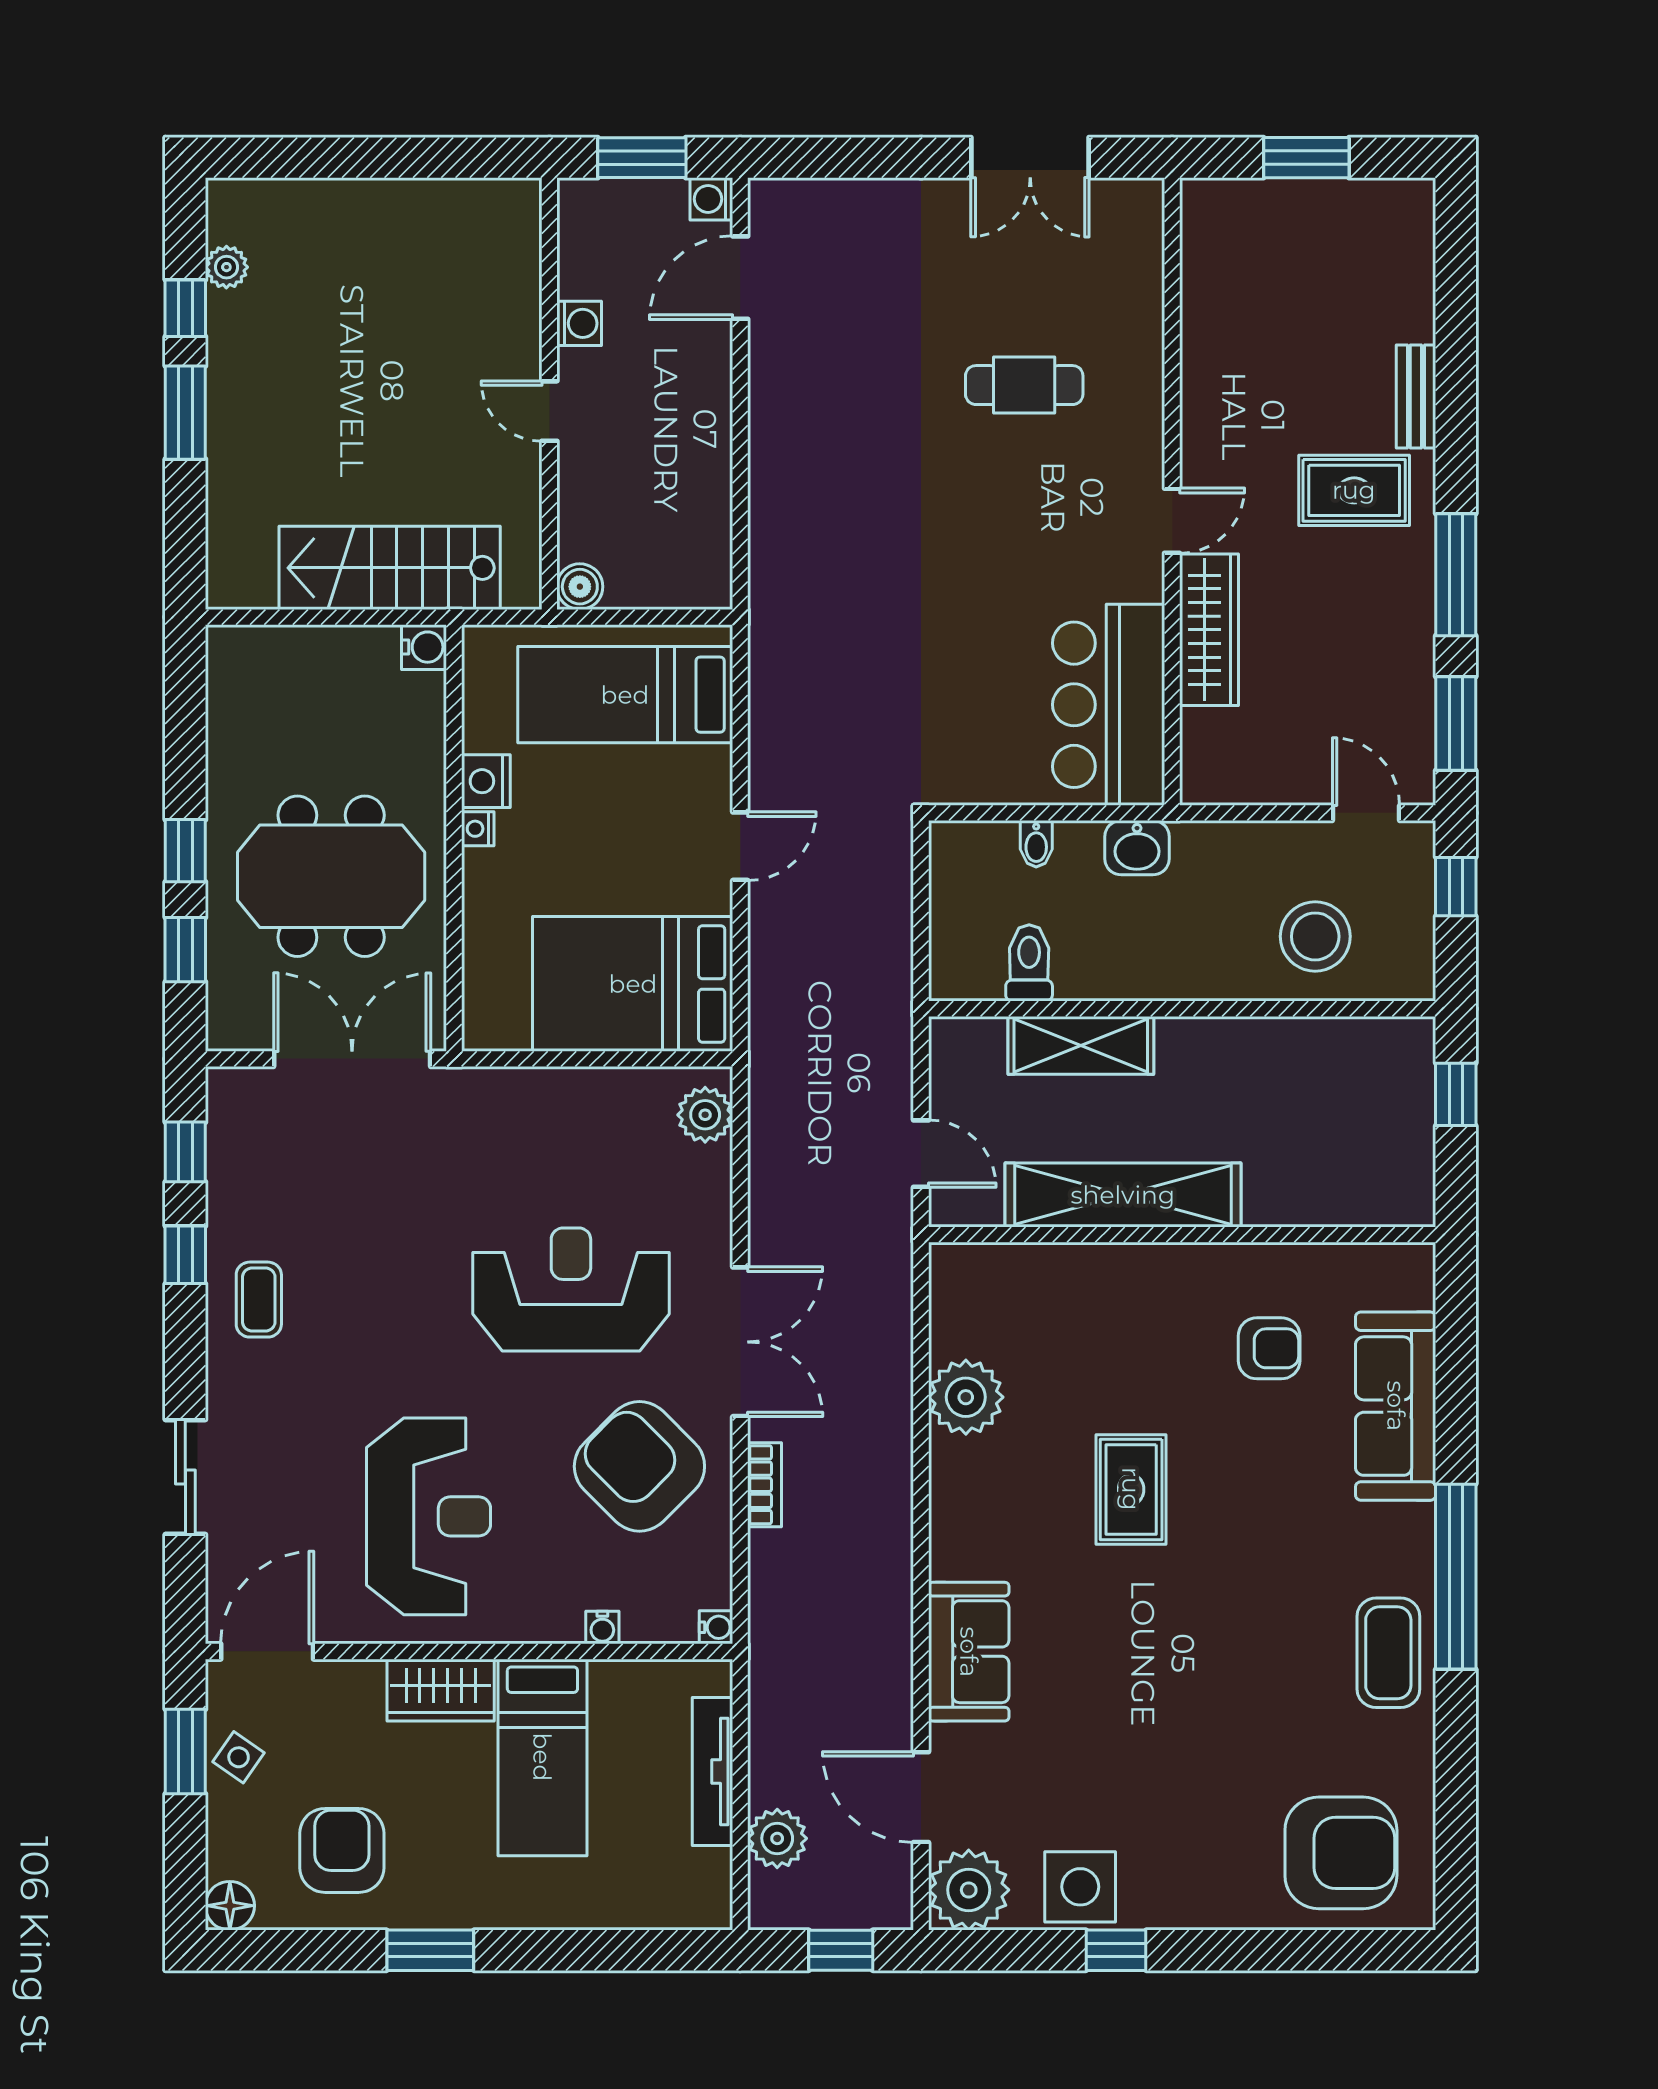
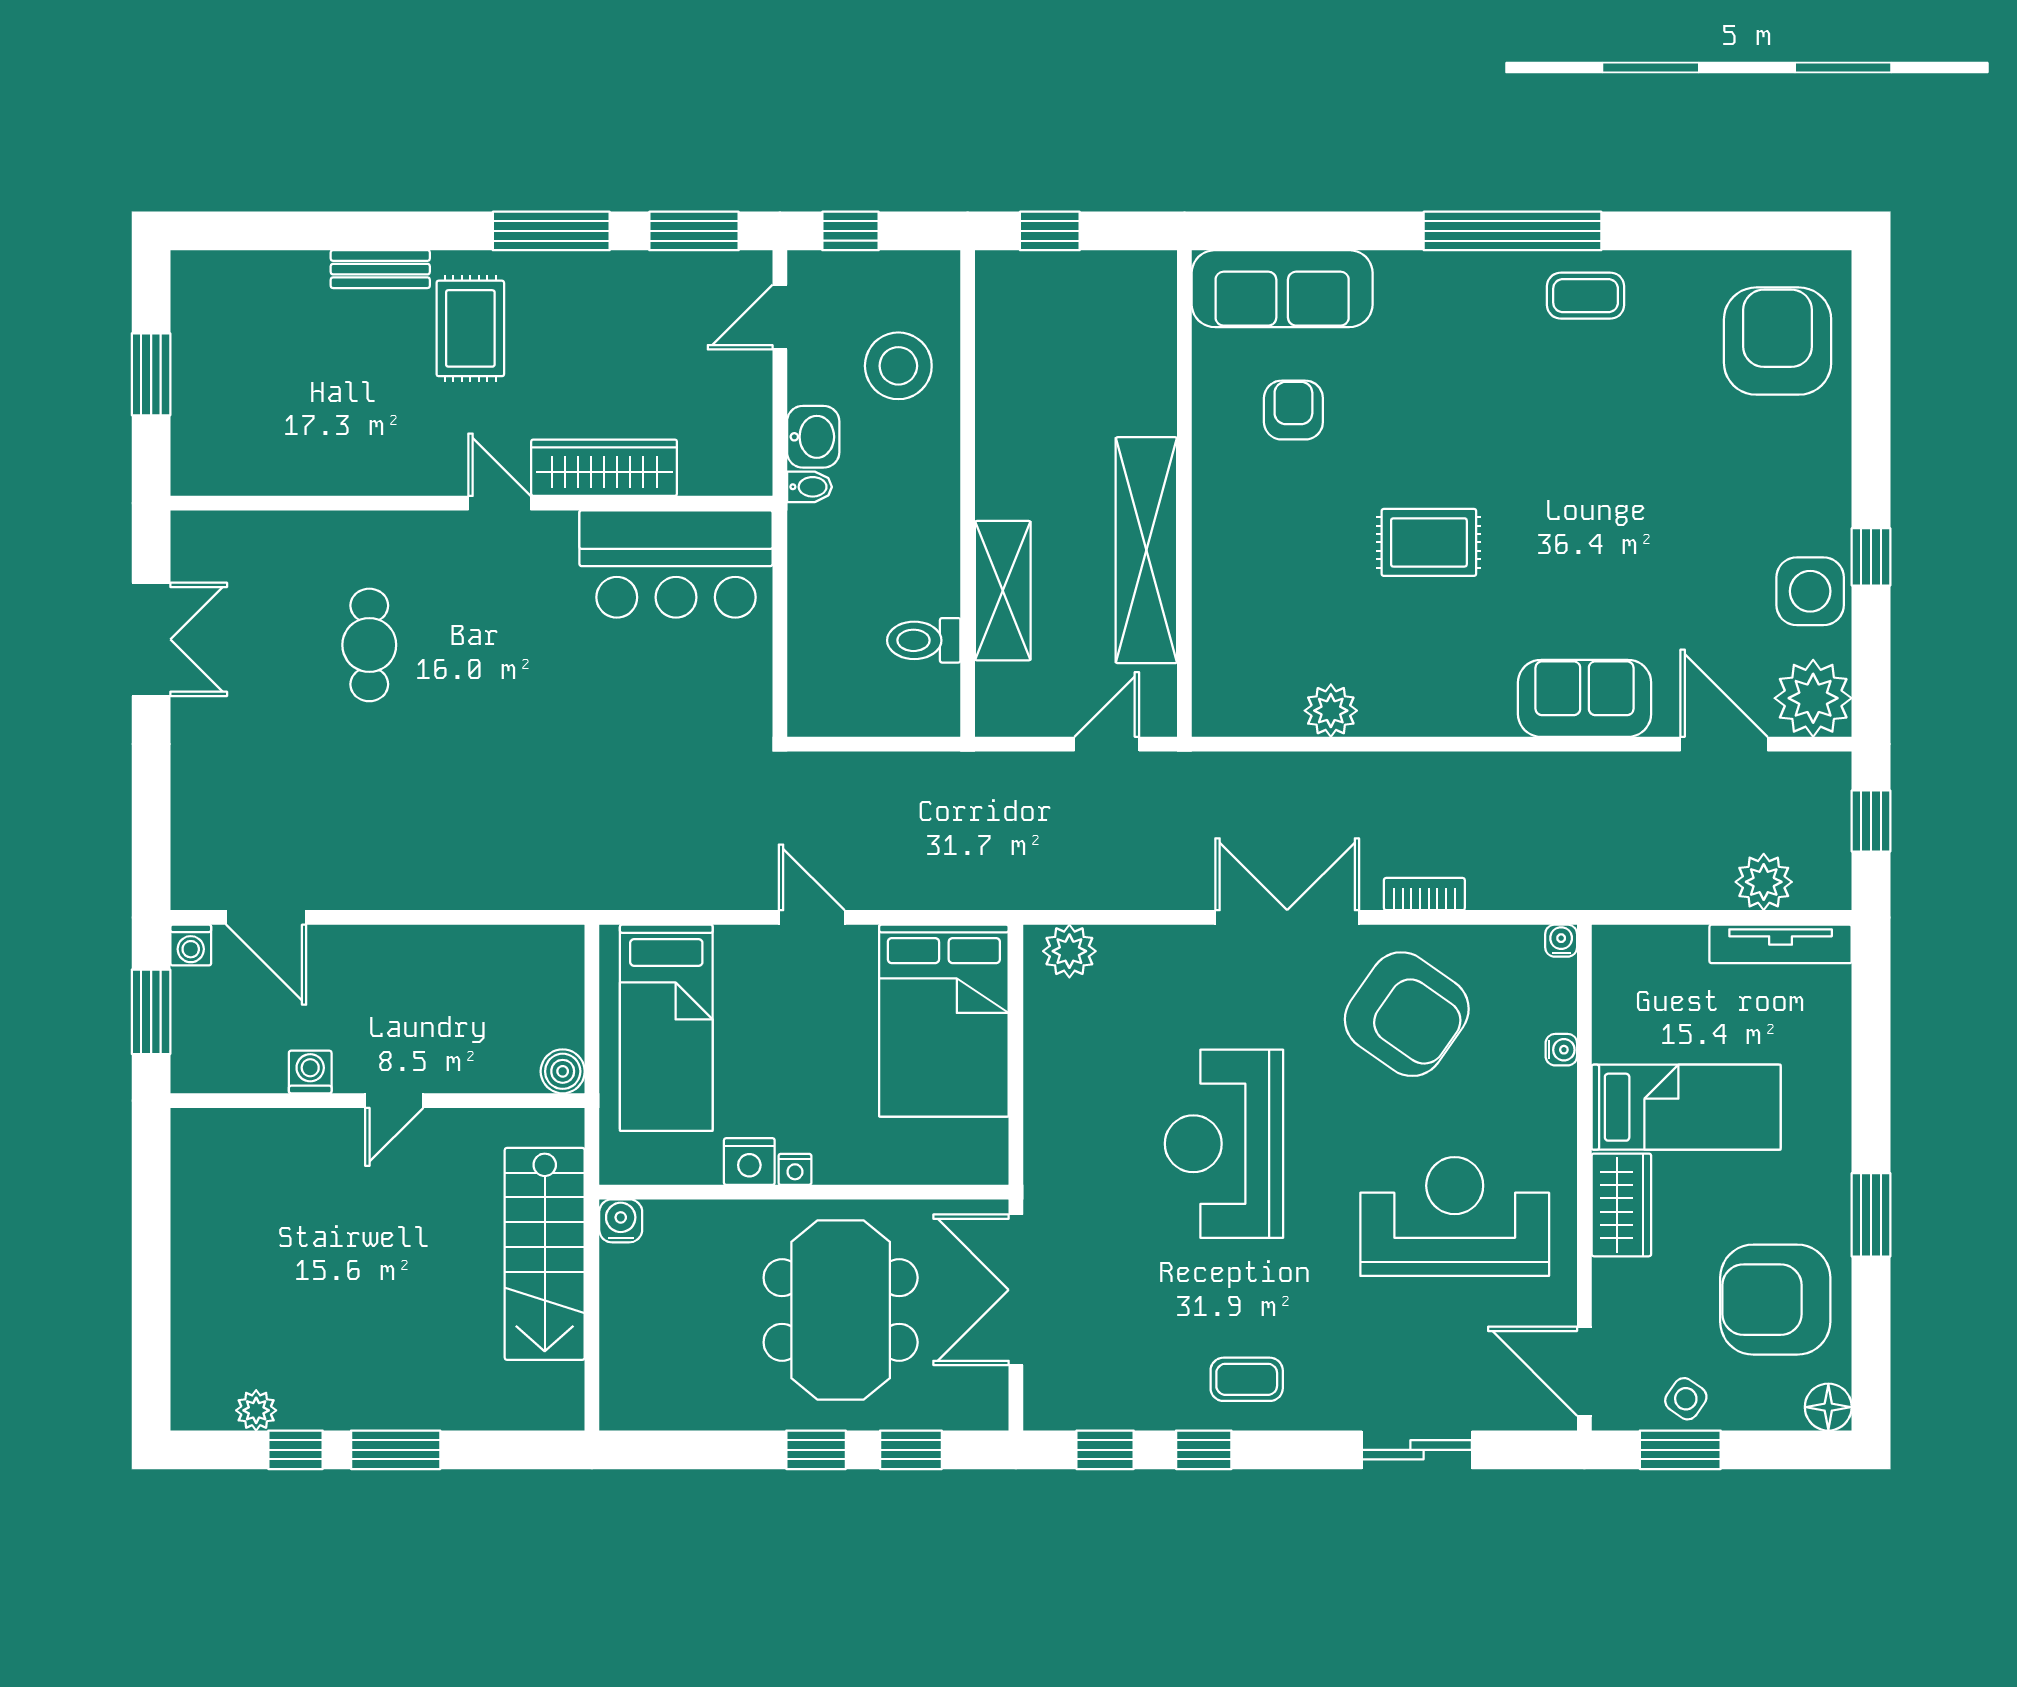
bidet: (1036, 844) -> (809, 487), moved
washbasin: (1137, 848) -> (813, 437), moved
reception desk: (571, 1289) -> (1224, 1144), moved
plant: (966, 1397) -> (1331, 711), width x0.73, depth x0.73
sofa: (1396, 1406) -> (1282, 289), moved
armchair: (639, 1466) -> (1407, 1014), turned -100
coffee table: (1388, 1653) -> (1586, 296), width x0.73, depth x0.77
tv unit: (713, 1772) -> (1781, 944), moved
door: (921, 1797) -> (1724, 744), swing flipped
armchair: (342, 1850) -> (1775, 1300), width x1.36, depth x1.36

